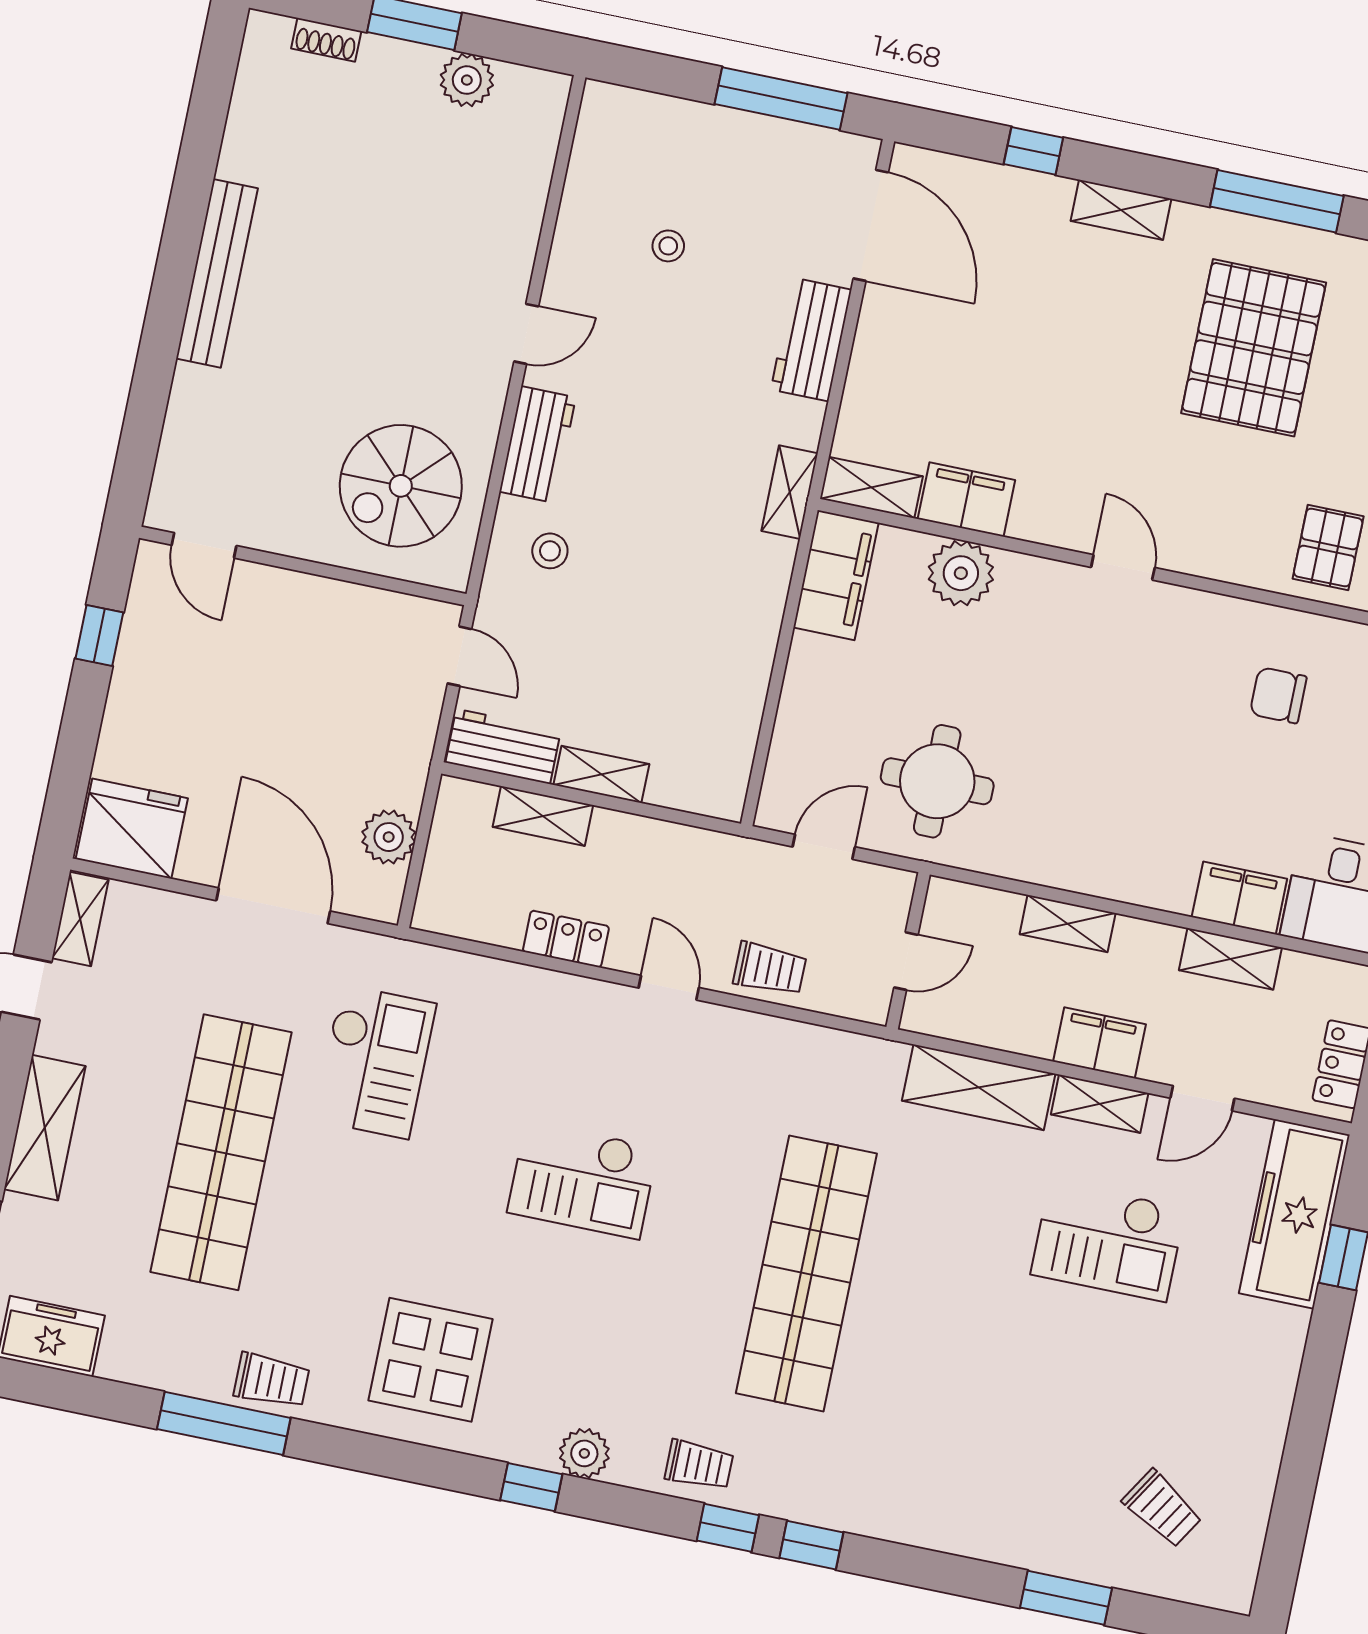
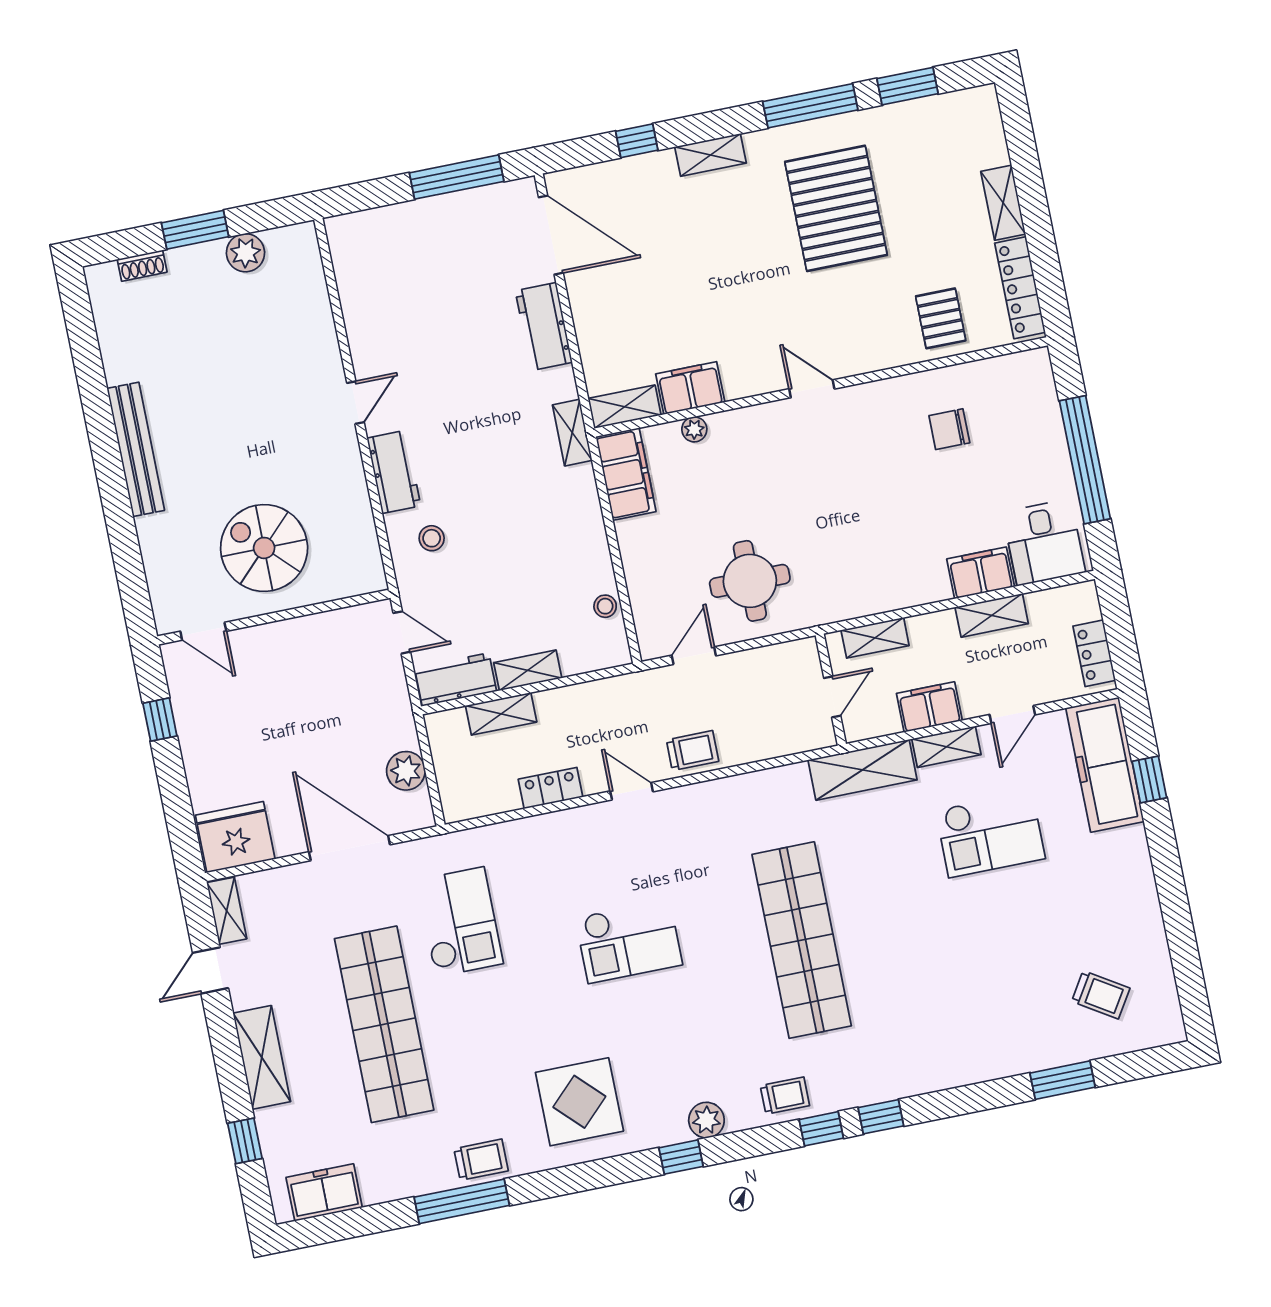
stool: (668, 246) -> (605, 606), moved
spiral stairs: (401, 486) -> (264, 548), moved, turned 90
plant: (961, 573) -> (694, 429), width x0.53, depth x0.53
wall: (908, 951) -> (831, 690), moved
door: (906, 961) -> (832, 697), moved

